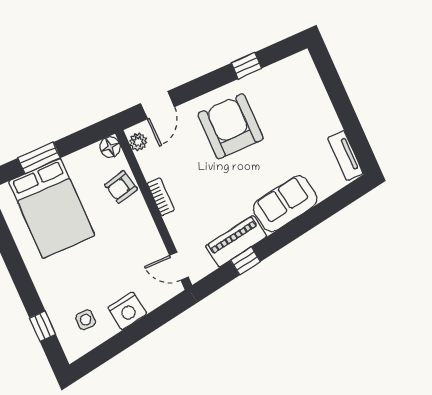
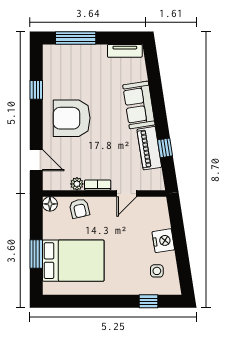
window: (334, 86) -> (76, 38), added
plant: (138, 142) -> (77, 184), moved
door: (179, 266) -> (127, 193), moved

